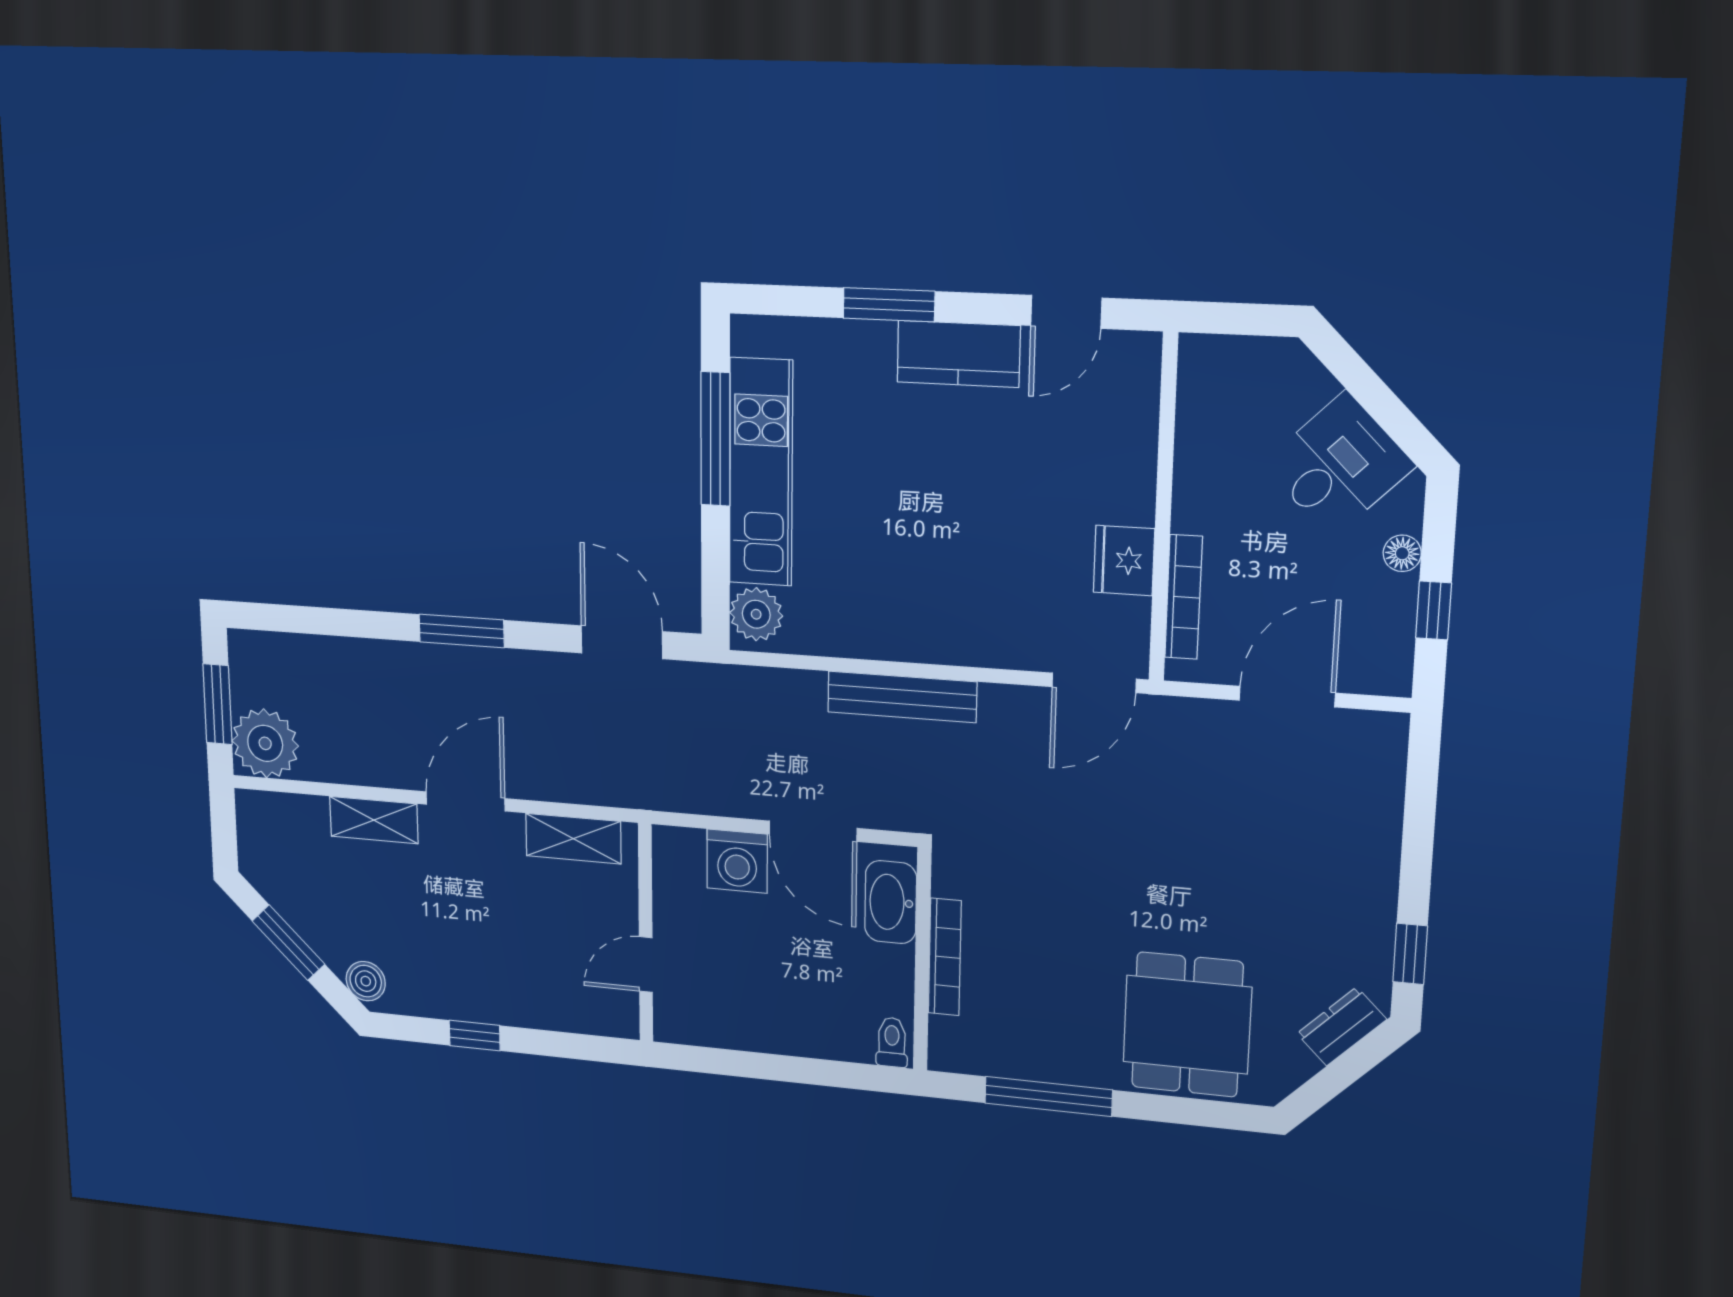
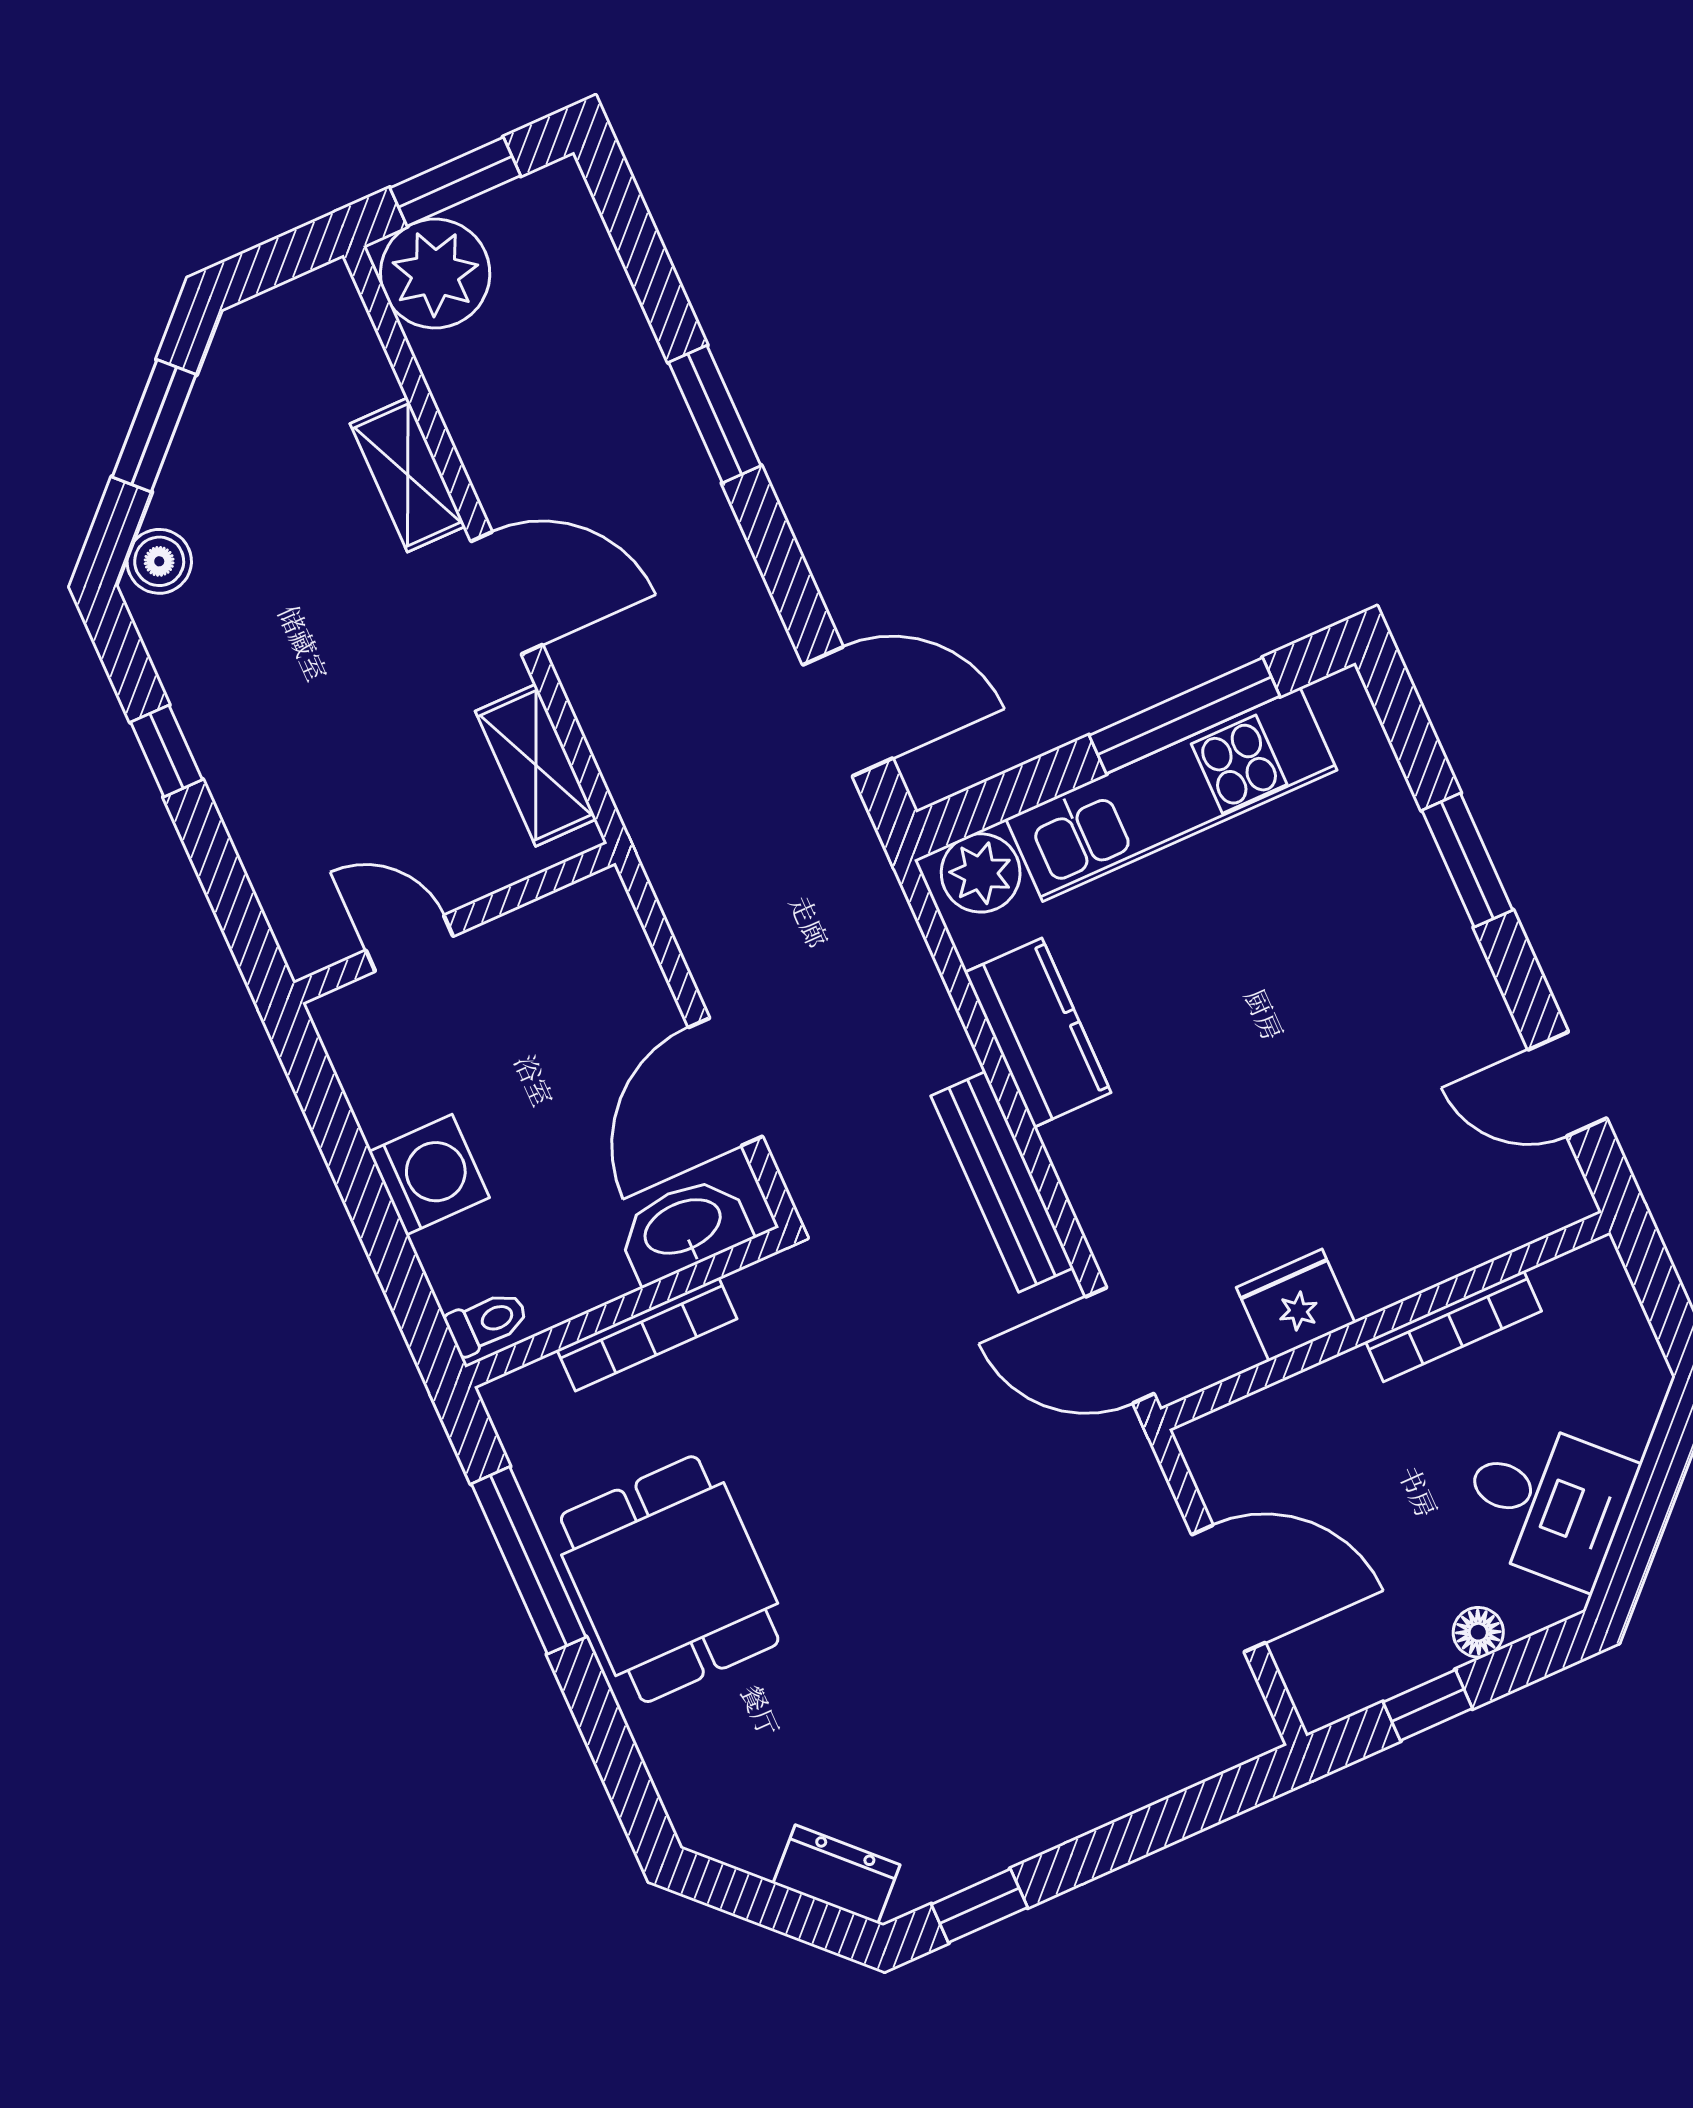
kitchen counter: (959, 354) -> (1038, 1033), moved, turned 180
bookcase: (1184, 597) -> (1454, 1326), moved
window: (462, 631) -> (715, 414), moved
door: (622, 642) -> (848, 712), hinge flipped
bench: (902, 697) -> (1002, 1182), moved
washing machine: (737, 861) -> (429, 1175), moved, turned 180
dining table: (1187, 1025) -> (670, 1579), moved, turned 90

